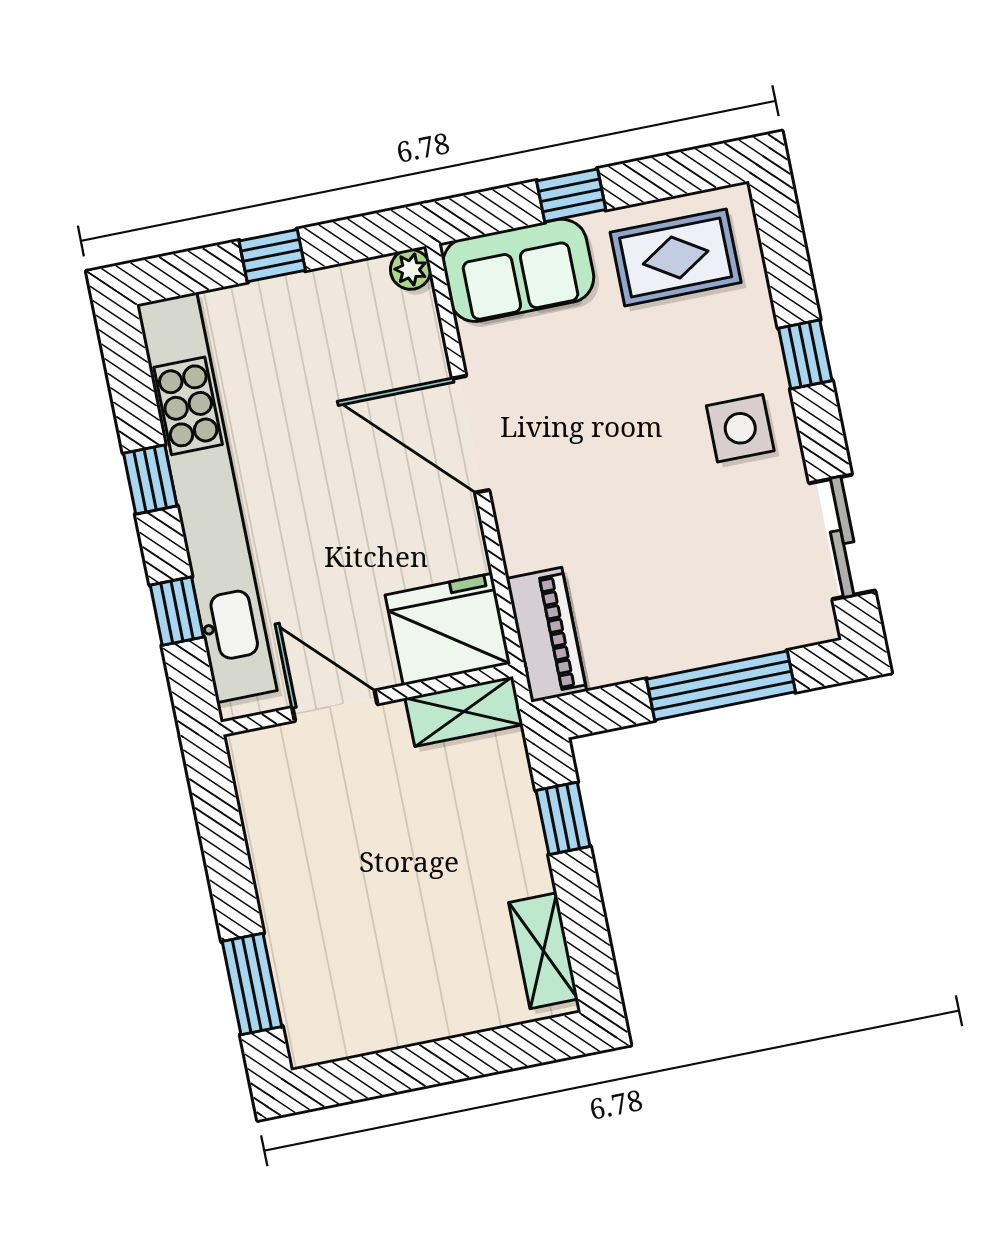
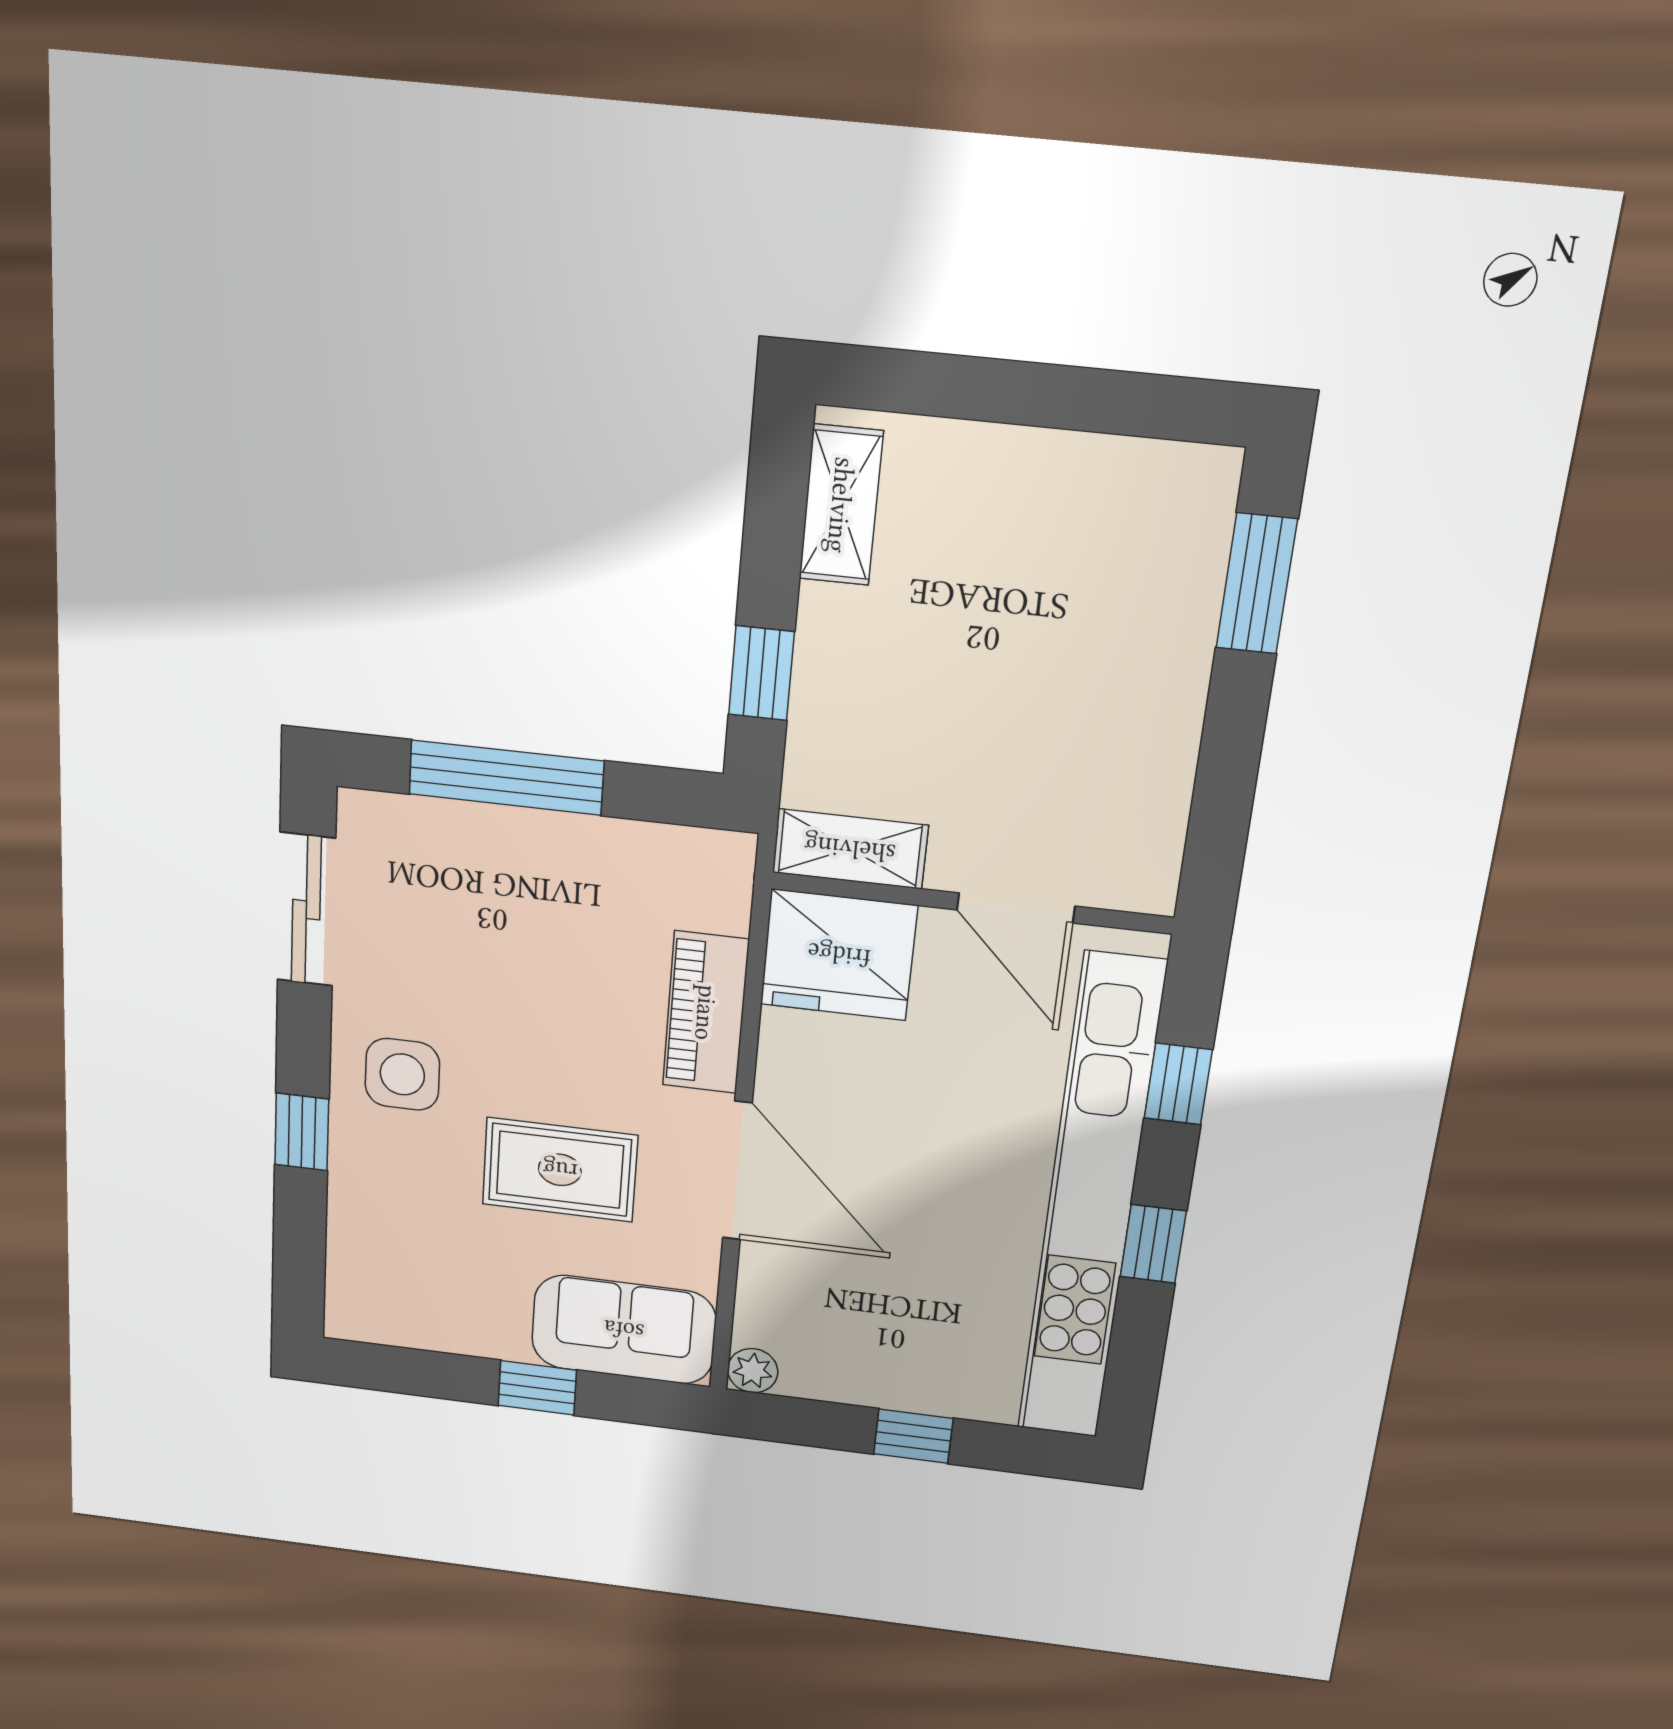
rug: (676, 257) -> (560, 1170), moved
piano: (546, 635) -> (706, 1013), moved

